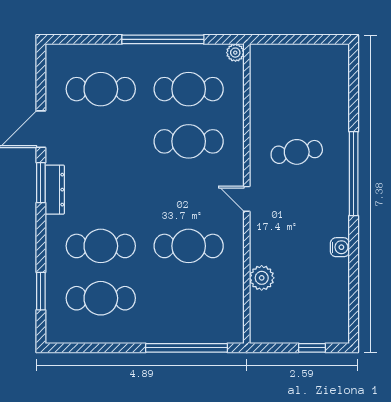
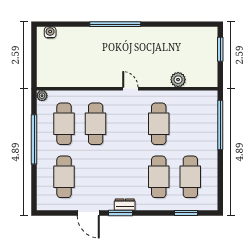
cafe table: (297, 152) -> (102, 59), removed
dresser: (55, 190) -> (125, 205), width x0.70
door: (247, 199) -> (130, 89), swing flipped
water cooler: (340, 247) -> (50, 32), moved
window: (312, 348) -> (220, 49), width x1.50

